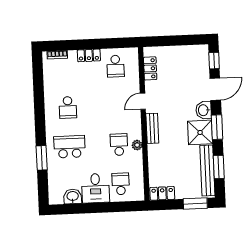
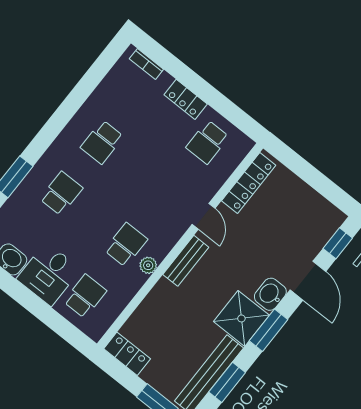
locker: (150, 68) -> (249, 183), width x1.53
door: (215, 89) -> (308, 281), hinge flipped
door: (143, 101) -> (204, 216), swing flipped
school desk: (70, 147) -> (61, 193), width x0.54

